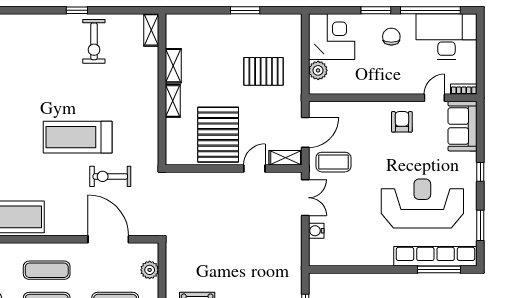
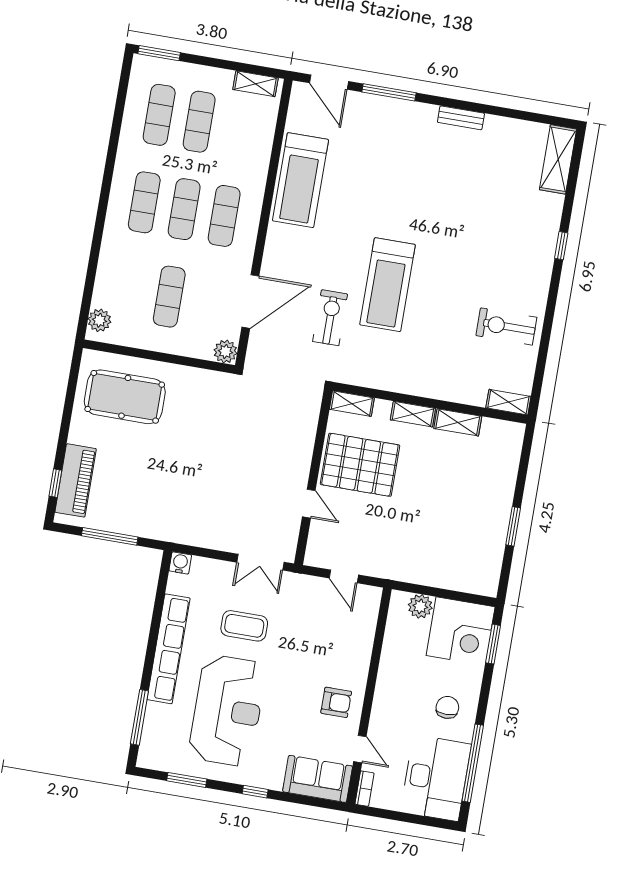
window: (77, 10) -> (561, 246), moved
window: (376, 10) -> (493, 644), moved
chair: (391, 37) -> (447, 707), turned -90
pallet: (264, 71) -> (431, 536), removed
door: (305, 132) -> (344, 576), width x0.73
treadmill: (78, 137) -> (387, 285), turned 180
shelving: (286, 158) -> (352, 404), moved, turned 90
coffee table: (333, 162) -> (244, 626), moved, turned 90
water cooler: (316, 231) -> (180, 563), moved
row of seats: (435, 256) -> (168, 649), moved
plant: (150, 270) -> (225, 352), moved

